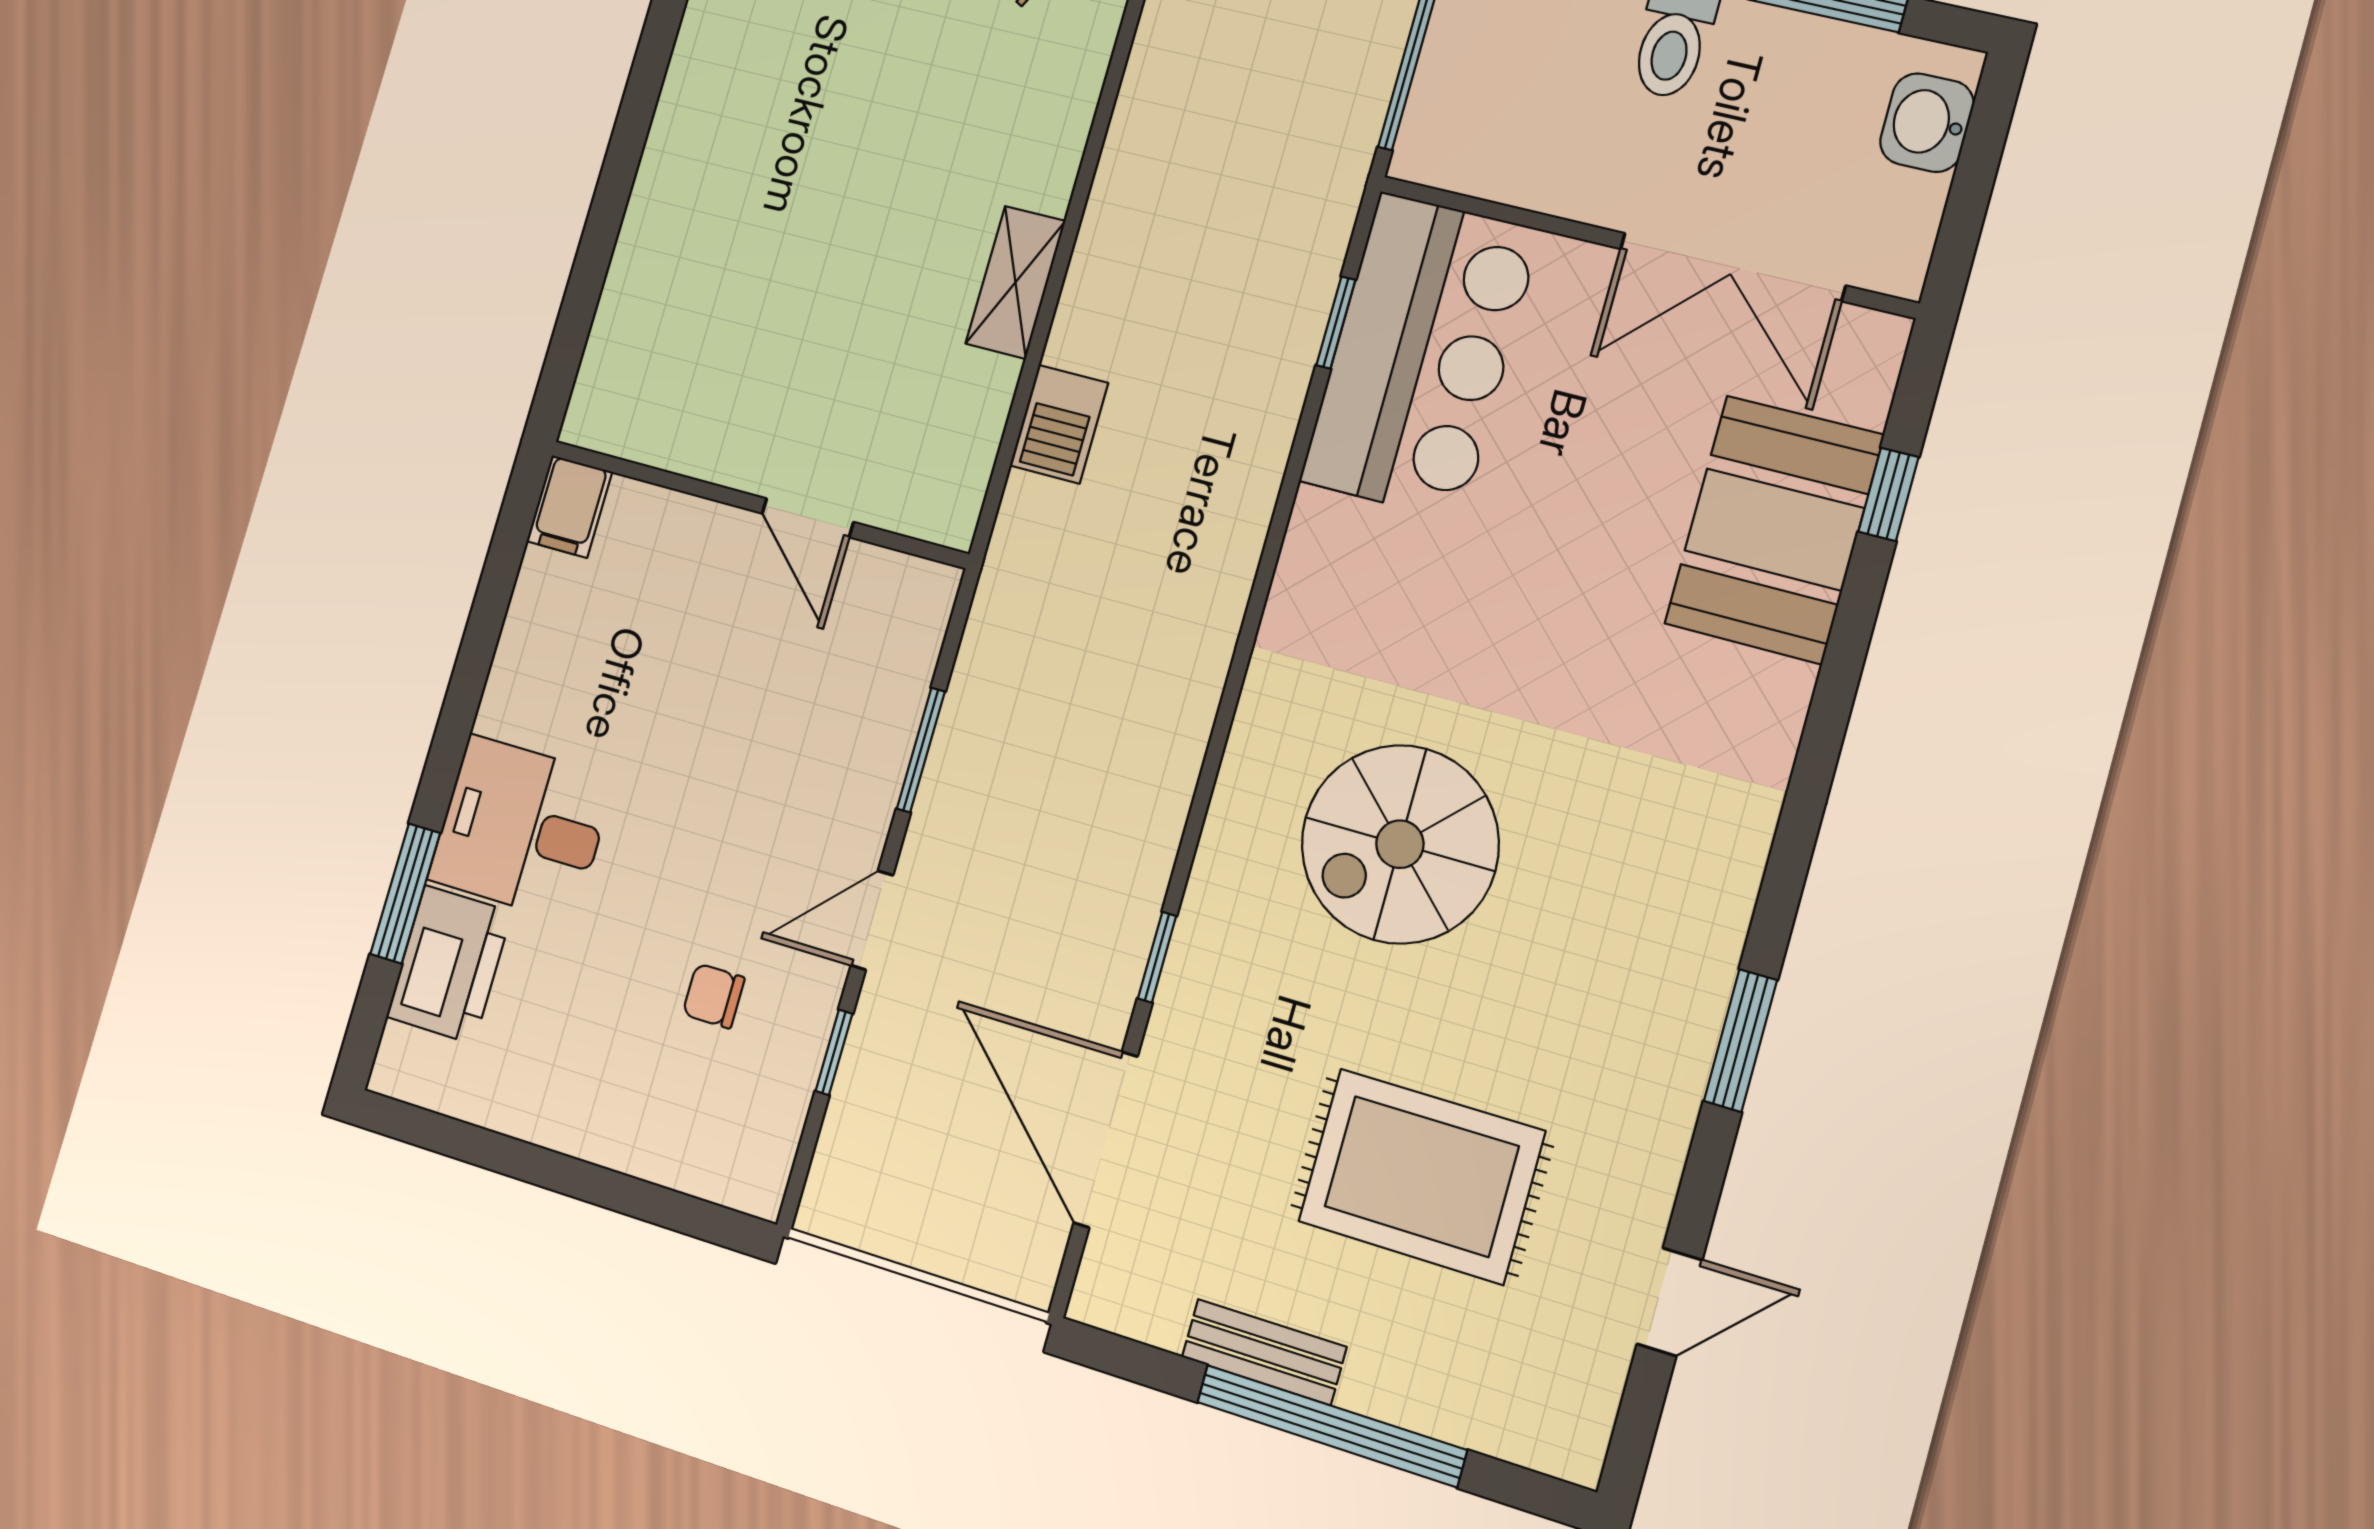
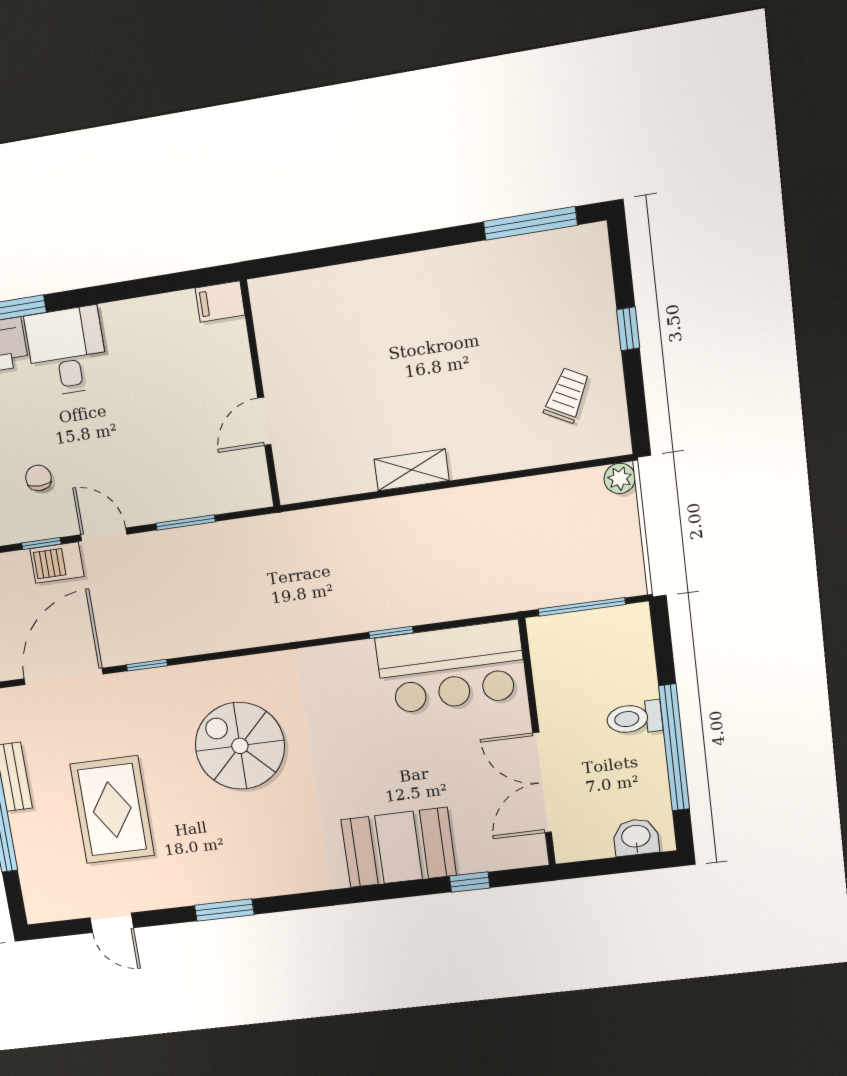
window: (1336, 323) -> (391, 632), moved
barbecue: (1059, 424) -> (57, 563), moved
booth: (1774, 529) -> (399, 848), moved

